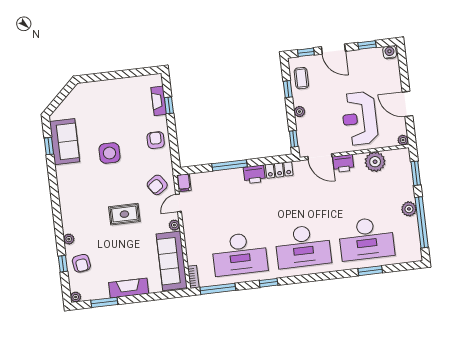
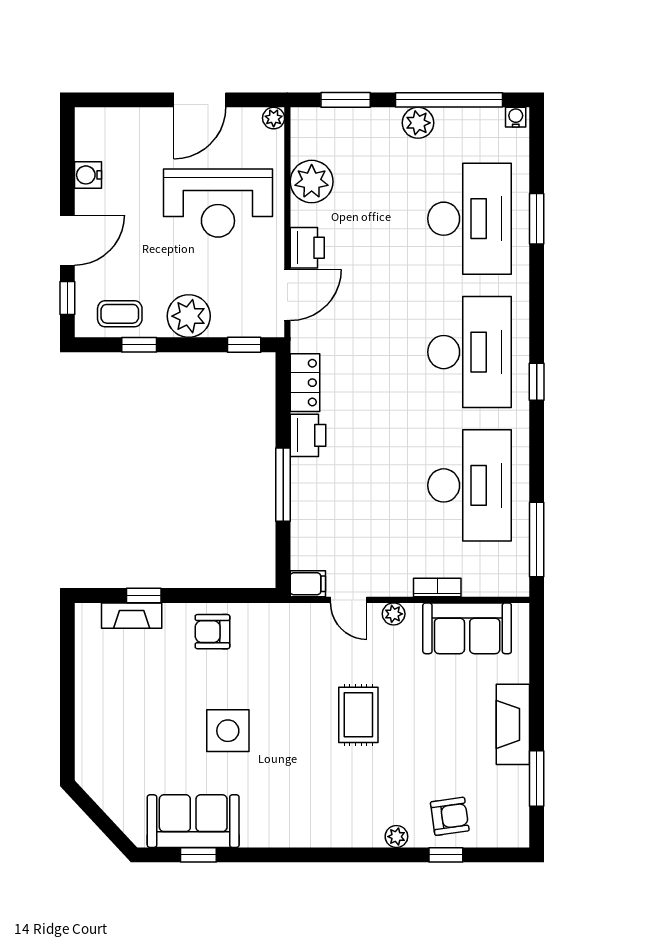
window: (367, 45) -> (67, 169), removed
water cooler: (390, 52) -> (88, 175), moved
plant: (299, 112) -> (189, 316), width x1.88, depth x1.88
armchair: (157, 185) -> (306, 640), removed
water cooler: (417, 255) -> (516, 117), added
sofa: (172, 261) -> (467, 628), width x0.73
bookcase: (193, 277) -> (437, 587), moved
window: (269, 283) -> (537, 382), moved
plant: (76, 297) -> (518, 837), removed

